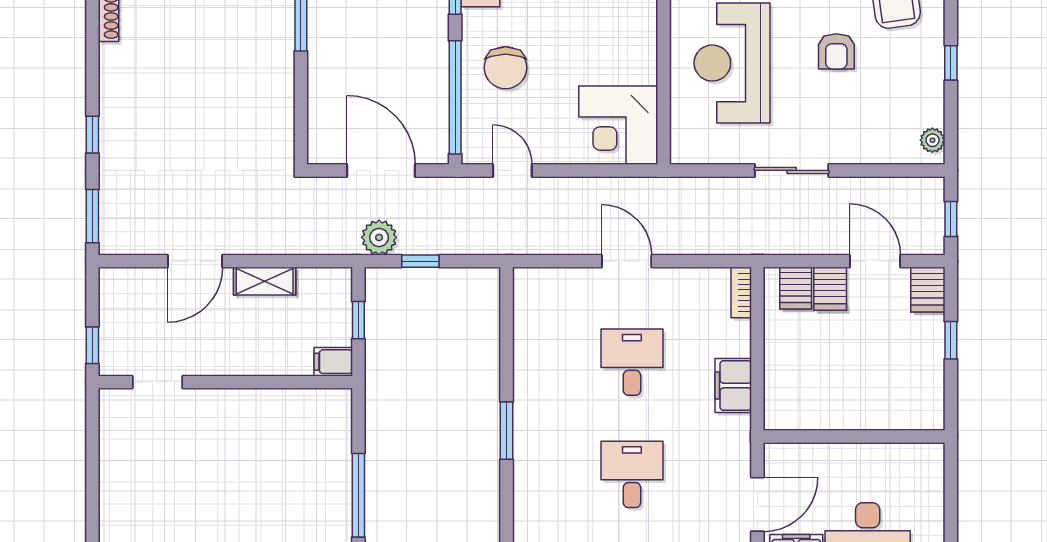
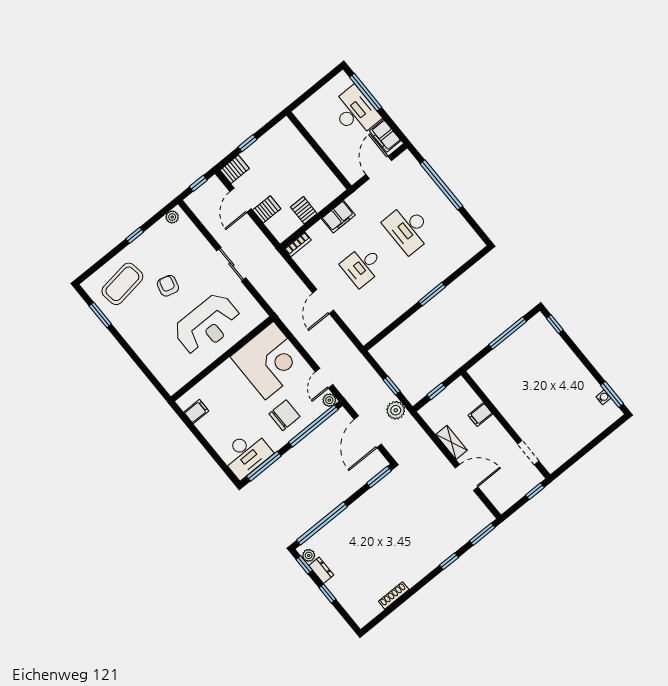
armchair: (836, 51) -> (168, 286), turned -75
corner desk: (618, 125) -> (269, 361), width x1.36, depth x1.36
window: (301, 132) -> (379, 477), added
plant: (474, 152) -> (329, 400), added
server rack: (796, 288) -> (304, 210), moved, turned -90
filing cabinet: (333, 362) -> (480, 415), moved, turned 90
desk: (632, 474) -> (408, 228), width x1.37
door: (757, 504) -> (379, 167), hinge flipped

